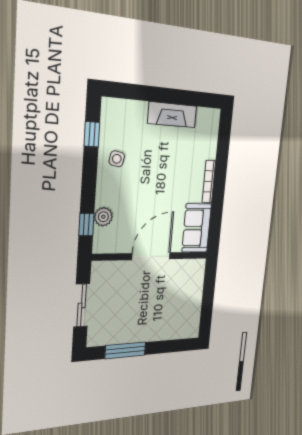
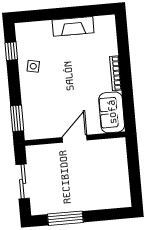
plant: (103, 217) -> (29, 111), removed
window: (86, 225) -> (17, 118), width x1.50
door: (151, 256) -> (75, 139), width x0.73

